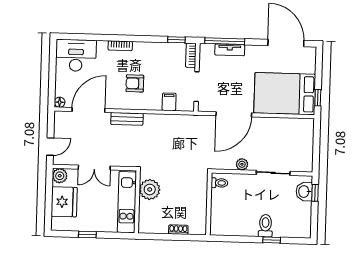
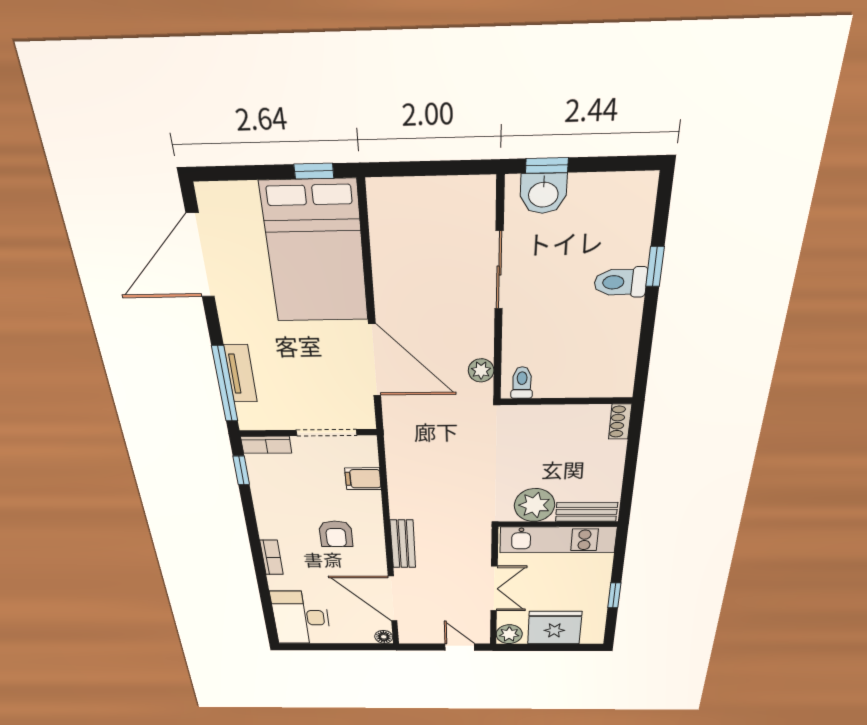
plant: (242, 164) -> (481, 370), moved
bench: (144, 216) -> (586, 512), added
shoe rack: (178, 230) -> (620, 422), moved

